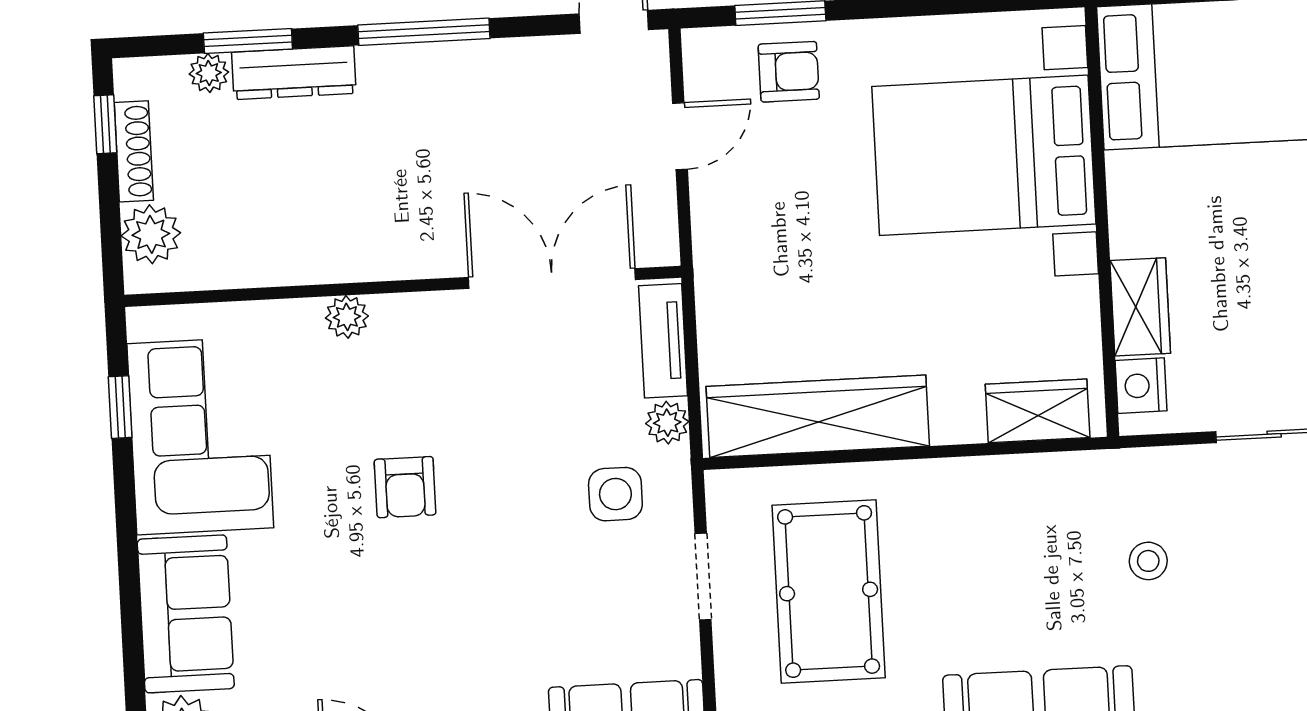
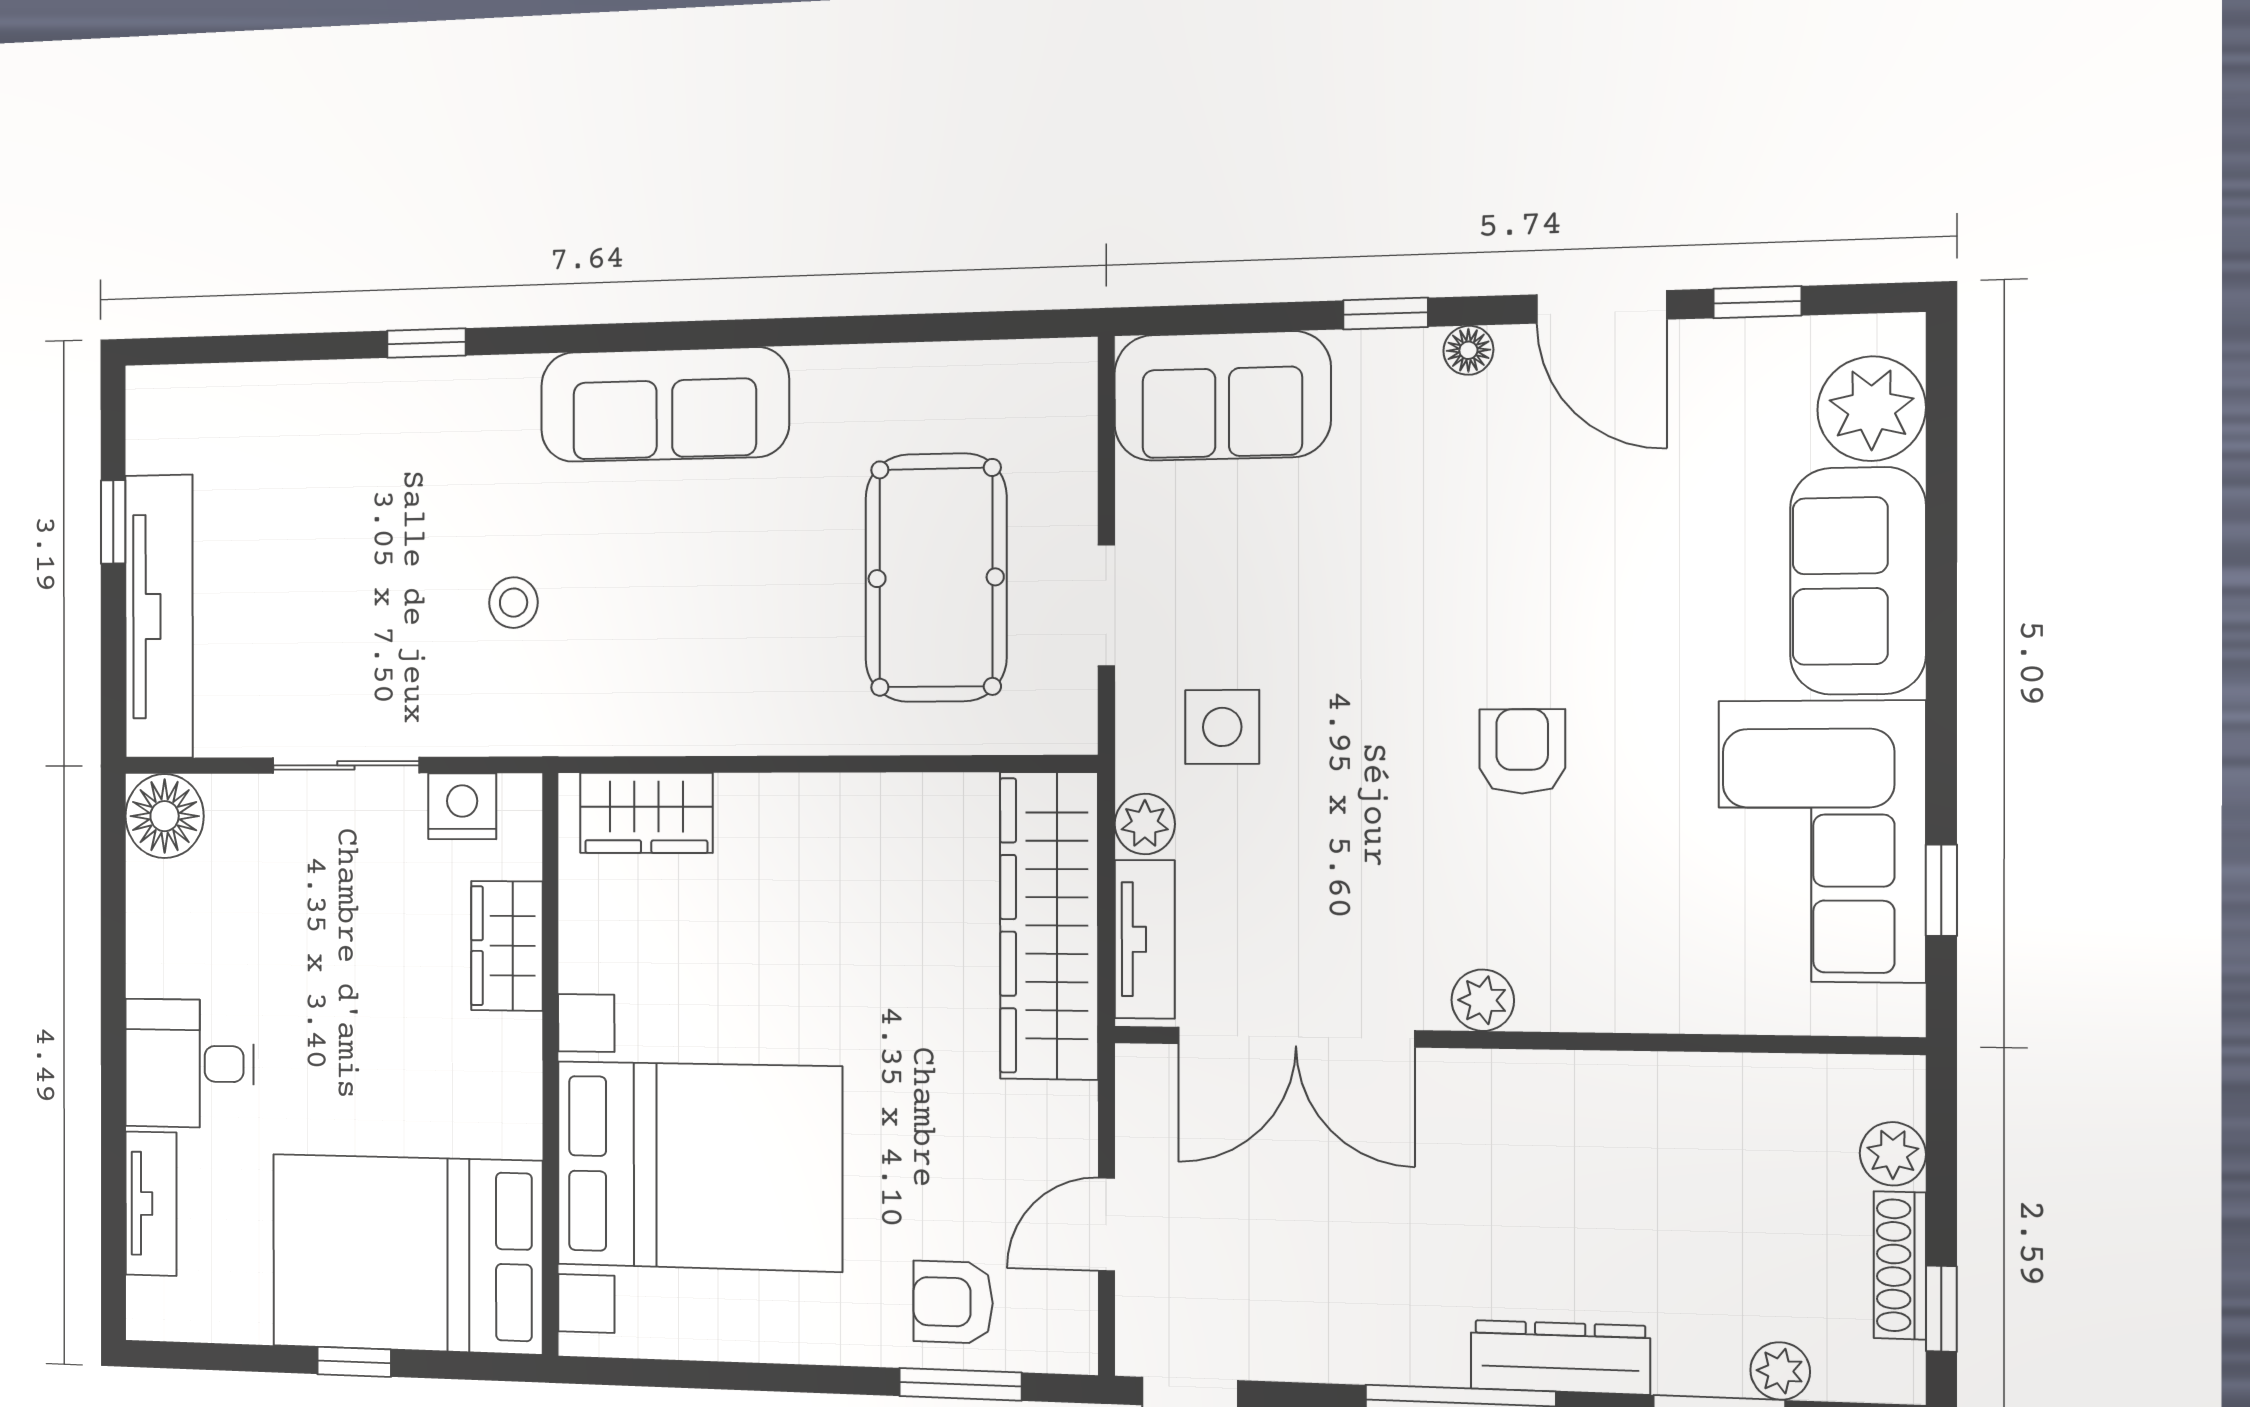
dresser: (294, 73) -> (1560, 1357), moved
plant: (151, 234) -> (1893, 1154), width x0.73, depth x0.73
plant: (347, 317) -> (1483, 1000), moved
nightstand: (1141, 386) -> (462, 806), moved, turned -90
wardrobe: (818, 416) -> (1049, 926), moved, turned 90

